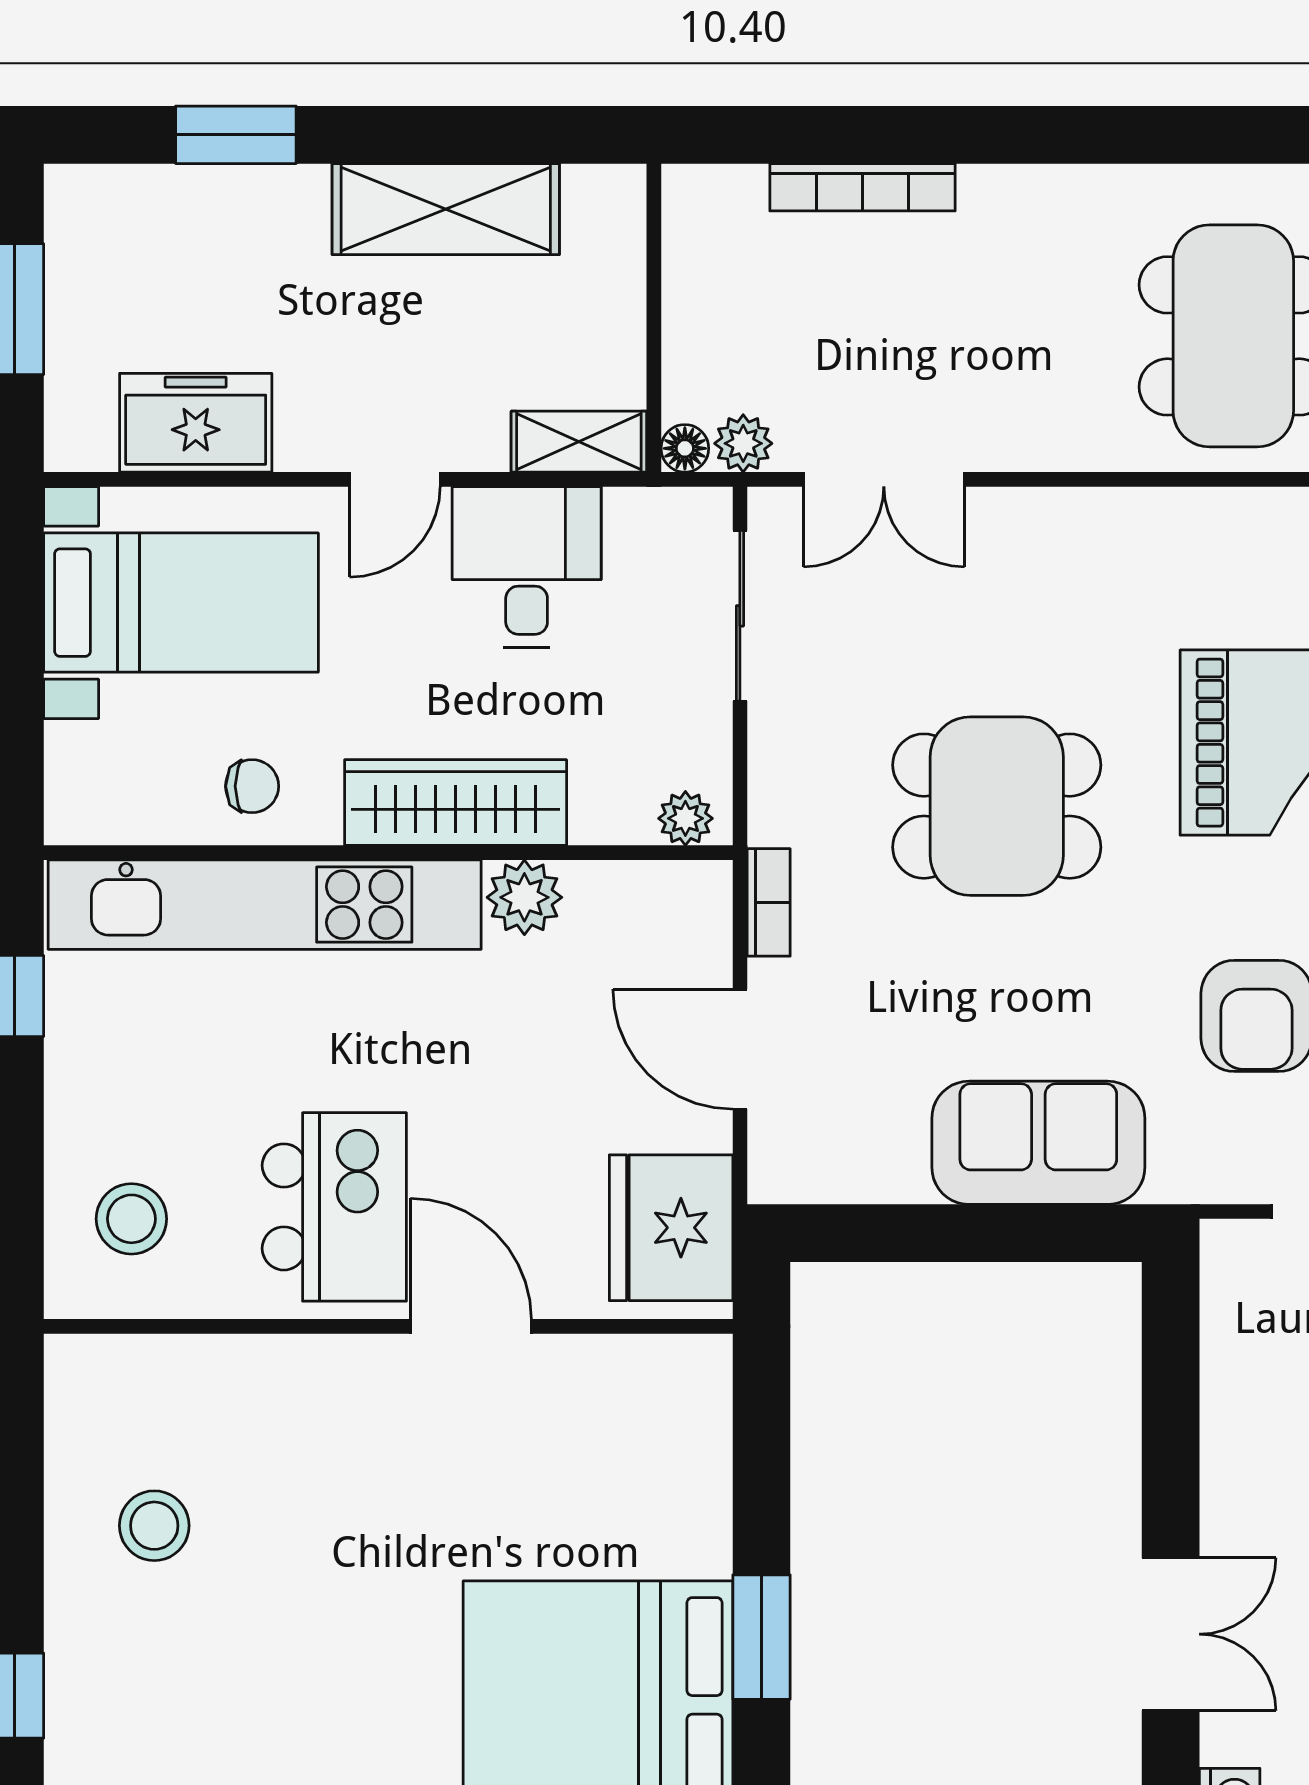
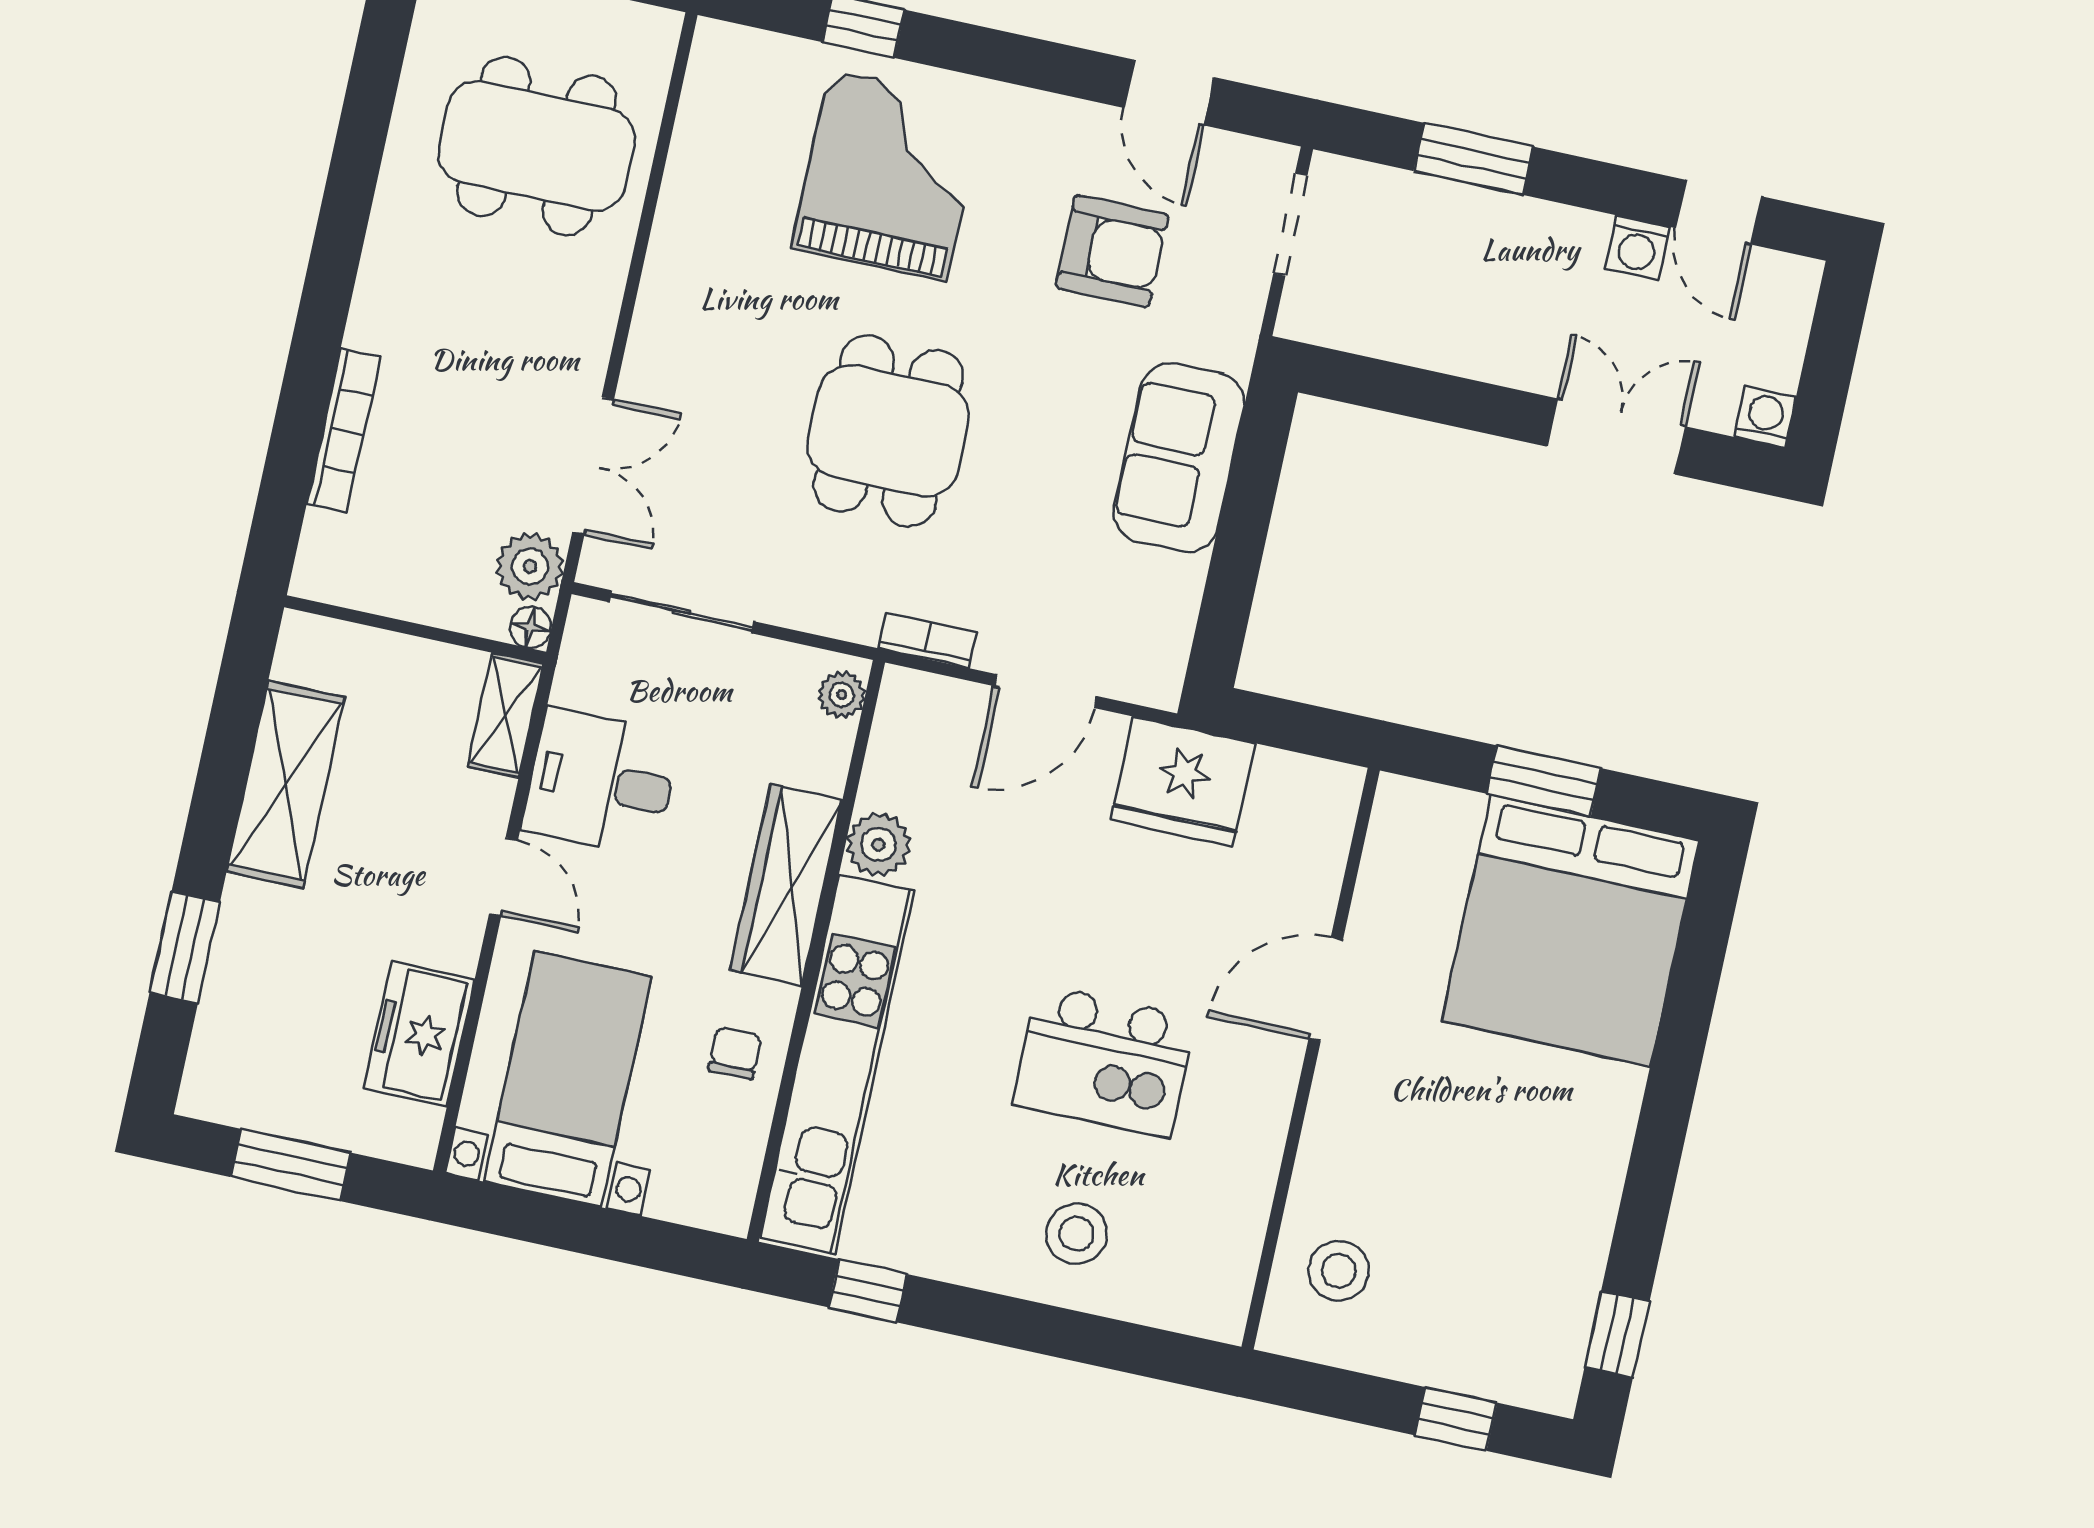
plant: (743, 443) -> (530, 566), width x1.38, depth x1.38
kitchen island: (334, 1207) -> (1104, 1061), turned 180
wall: (388, 1326) -> (1311, 1059), moved
door: (471, 1326) -> (1326, 989), moved

